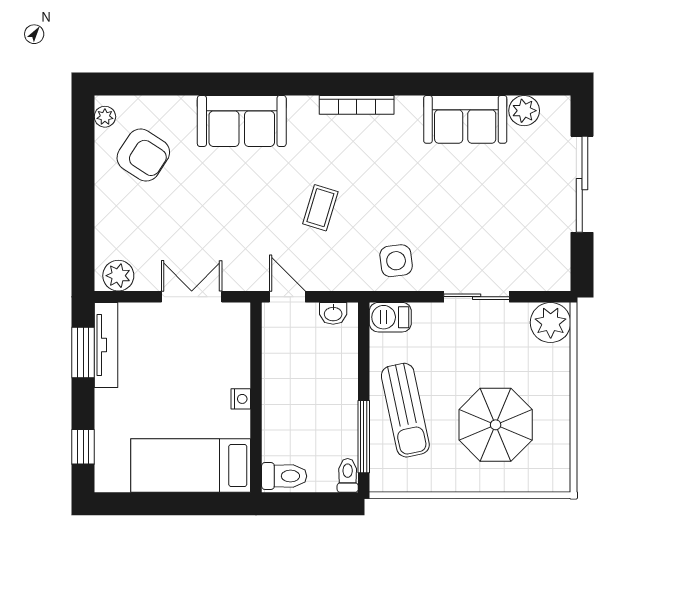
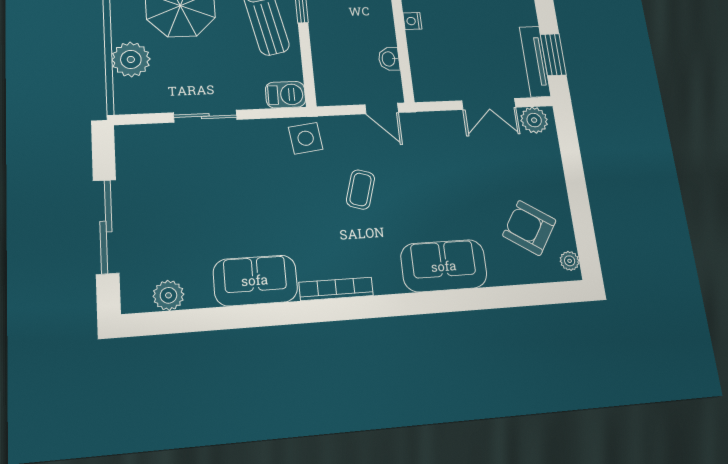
sofa: (465, 119) -> (255, 280), moved
side table: (396, 261) -> (306, 138), moved
double door: (192, 297) -> (489, 104), moved
washbasin: (333, 313) -> (389, 59), moved, turned -90
plant: (551, 323) -> (131, 59), moved

